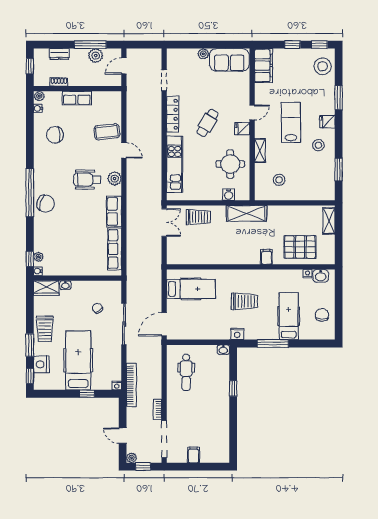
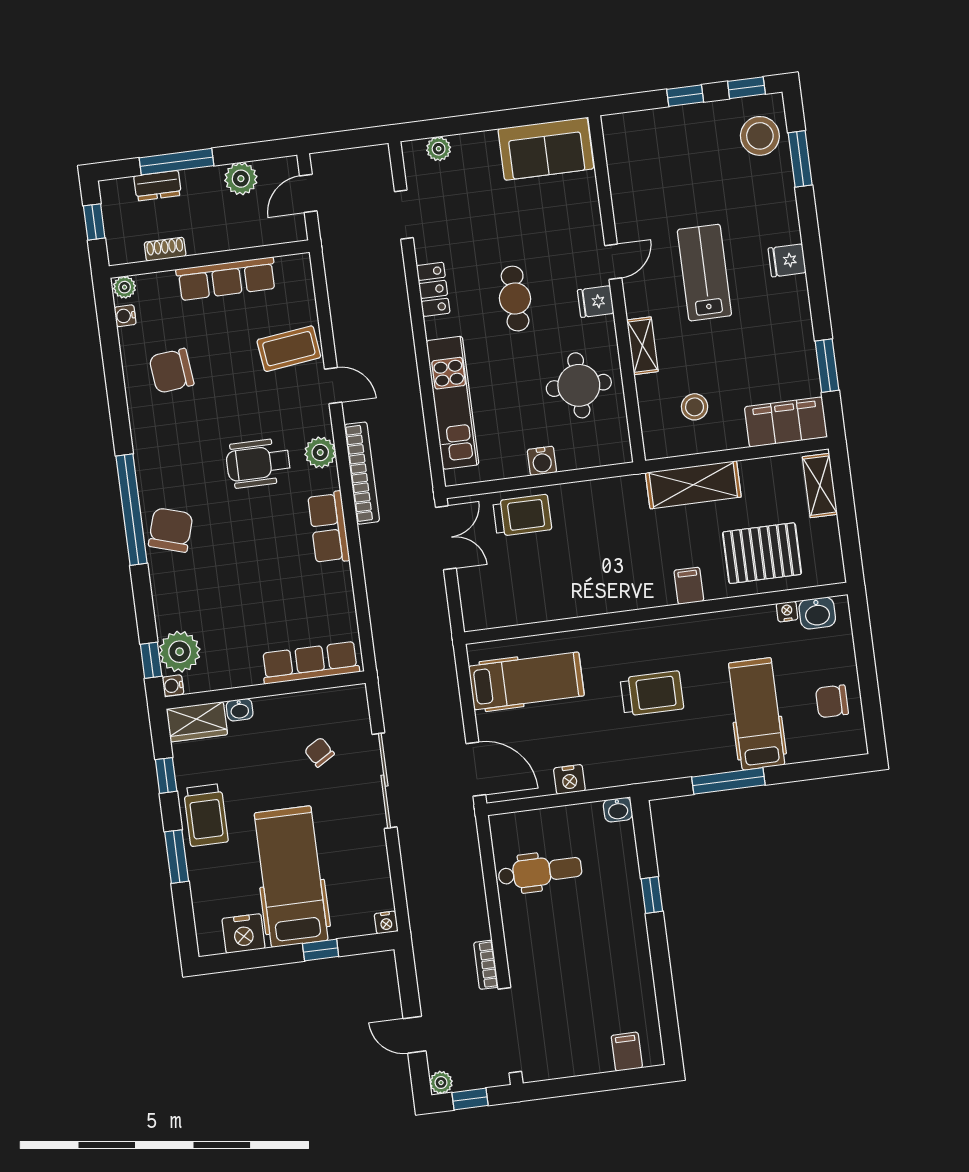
window: (90, 45) -> (176, 162), moved
plant: (203, 54) -> (439, 149), moved
filing cabinet: (263, 66) -> (786, 422), moved, turned -90
row of seats: (77, 98) -> (226, 279), width x1.48
window: (339, 98) -> (800, 159), moved
locker: (173, 114) -> (433, 289), width x0.66
cafe table: (208, 123) -> (515, 299), turned -31
stool: (318, 145) -> (774, 317), removed
water cooler: (229, 195) -> (542, 461), moved
chair: (46, 204) -> (171, 530), turned -89
shelving: (246, 213) -> (693, 485), moved
row of seats: (115, 249) -> (310, 663), moved, turned 90
plant: (38, 257) -> (180, 652), width x1.88, depth x1.88
chair: (322, 315) -> (832, 701), turned -90
door: (164, 324) -> (476, 769), swing flipped
nightstand: (237, 334) -> (569, 779), moved
nightstand: (41, 364) -> (244, 933), moved, turned -90
dental chair: (186, 372) -> (540, 872), turned -90
window: (30, 376) -> (166, 775), moved
bookcase: (131, 385) -> (362, 473), moved
filing cabinet: (193, 455) -> (627, 1052), moved

